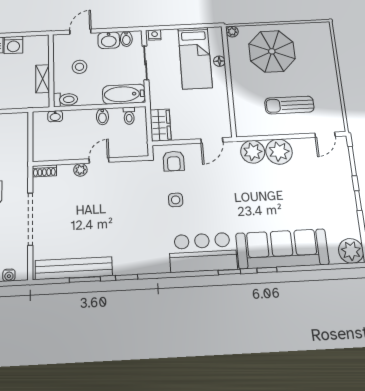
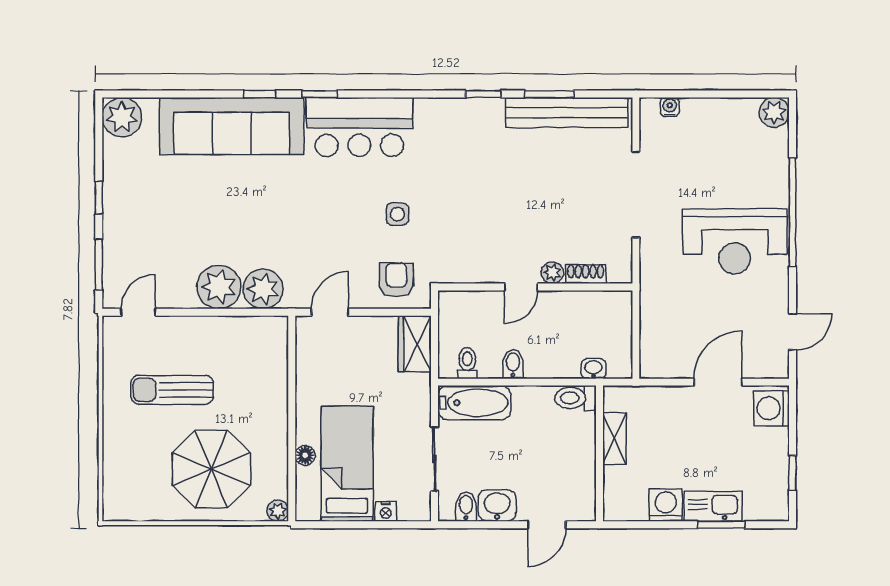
nightstand: (155, 35) -> (386, 511), moved
stool: (79, 67) -> (550, 457), removed
sun lounger: (289, 105) -> (172, 390), moved, turned 180
shoe rack: (44, 171) -> (586, 274), moved

